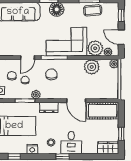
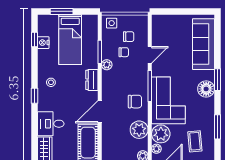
coffee table: (93, 10) -> (195, 141), moved
door: (28, 58) -> (150, 55), swing flipped
chair: (51, 74) -> (135, 102), moved
desk: (71, 143) -> (51, 124), moved
nightstand: (32, 149) -> (43, 43), moved

